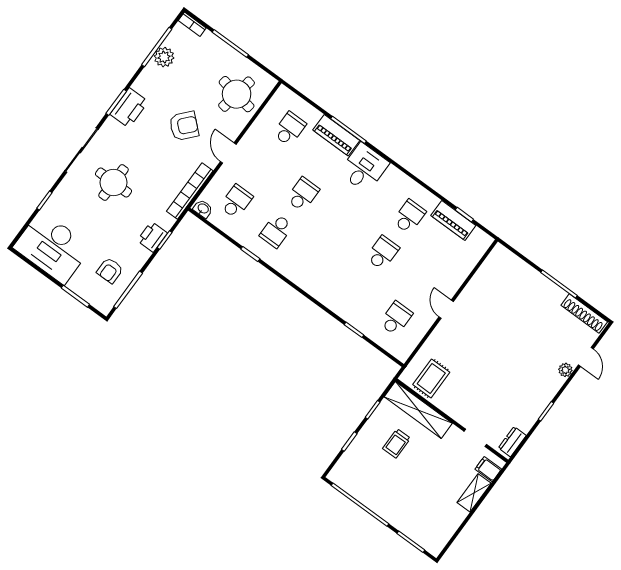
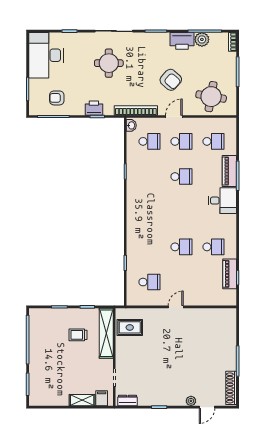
printer: (129, 108) -> (182, 41), moved
school desk: (276, 231) -> (181, 141), moved, turned 180

